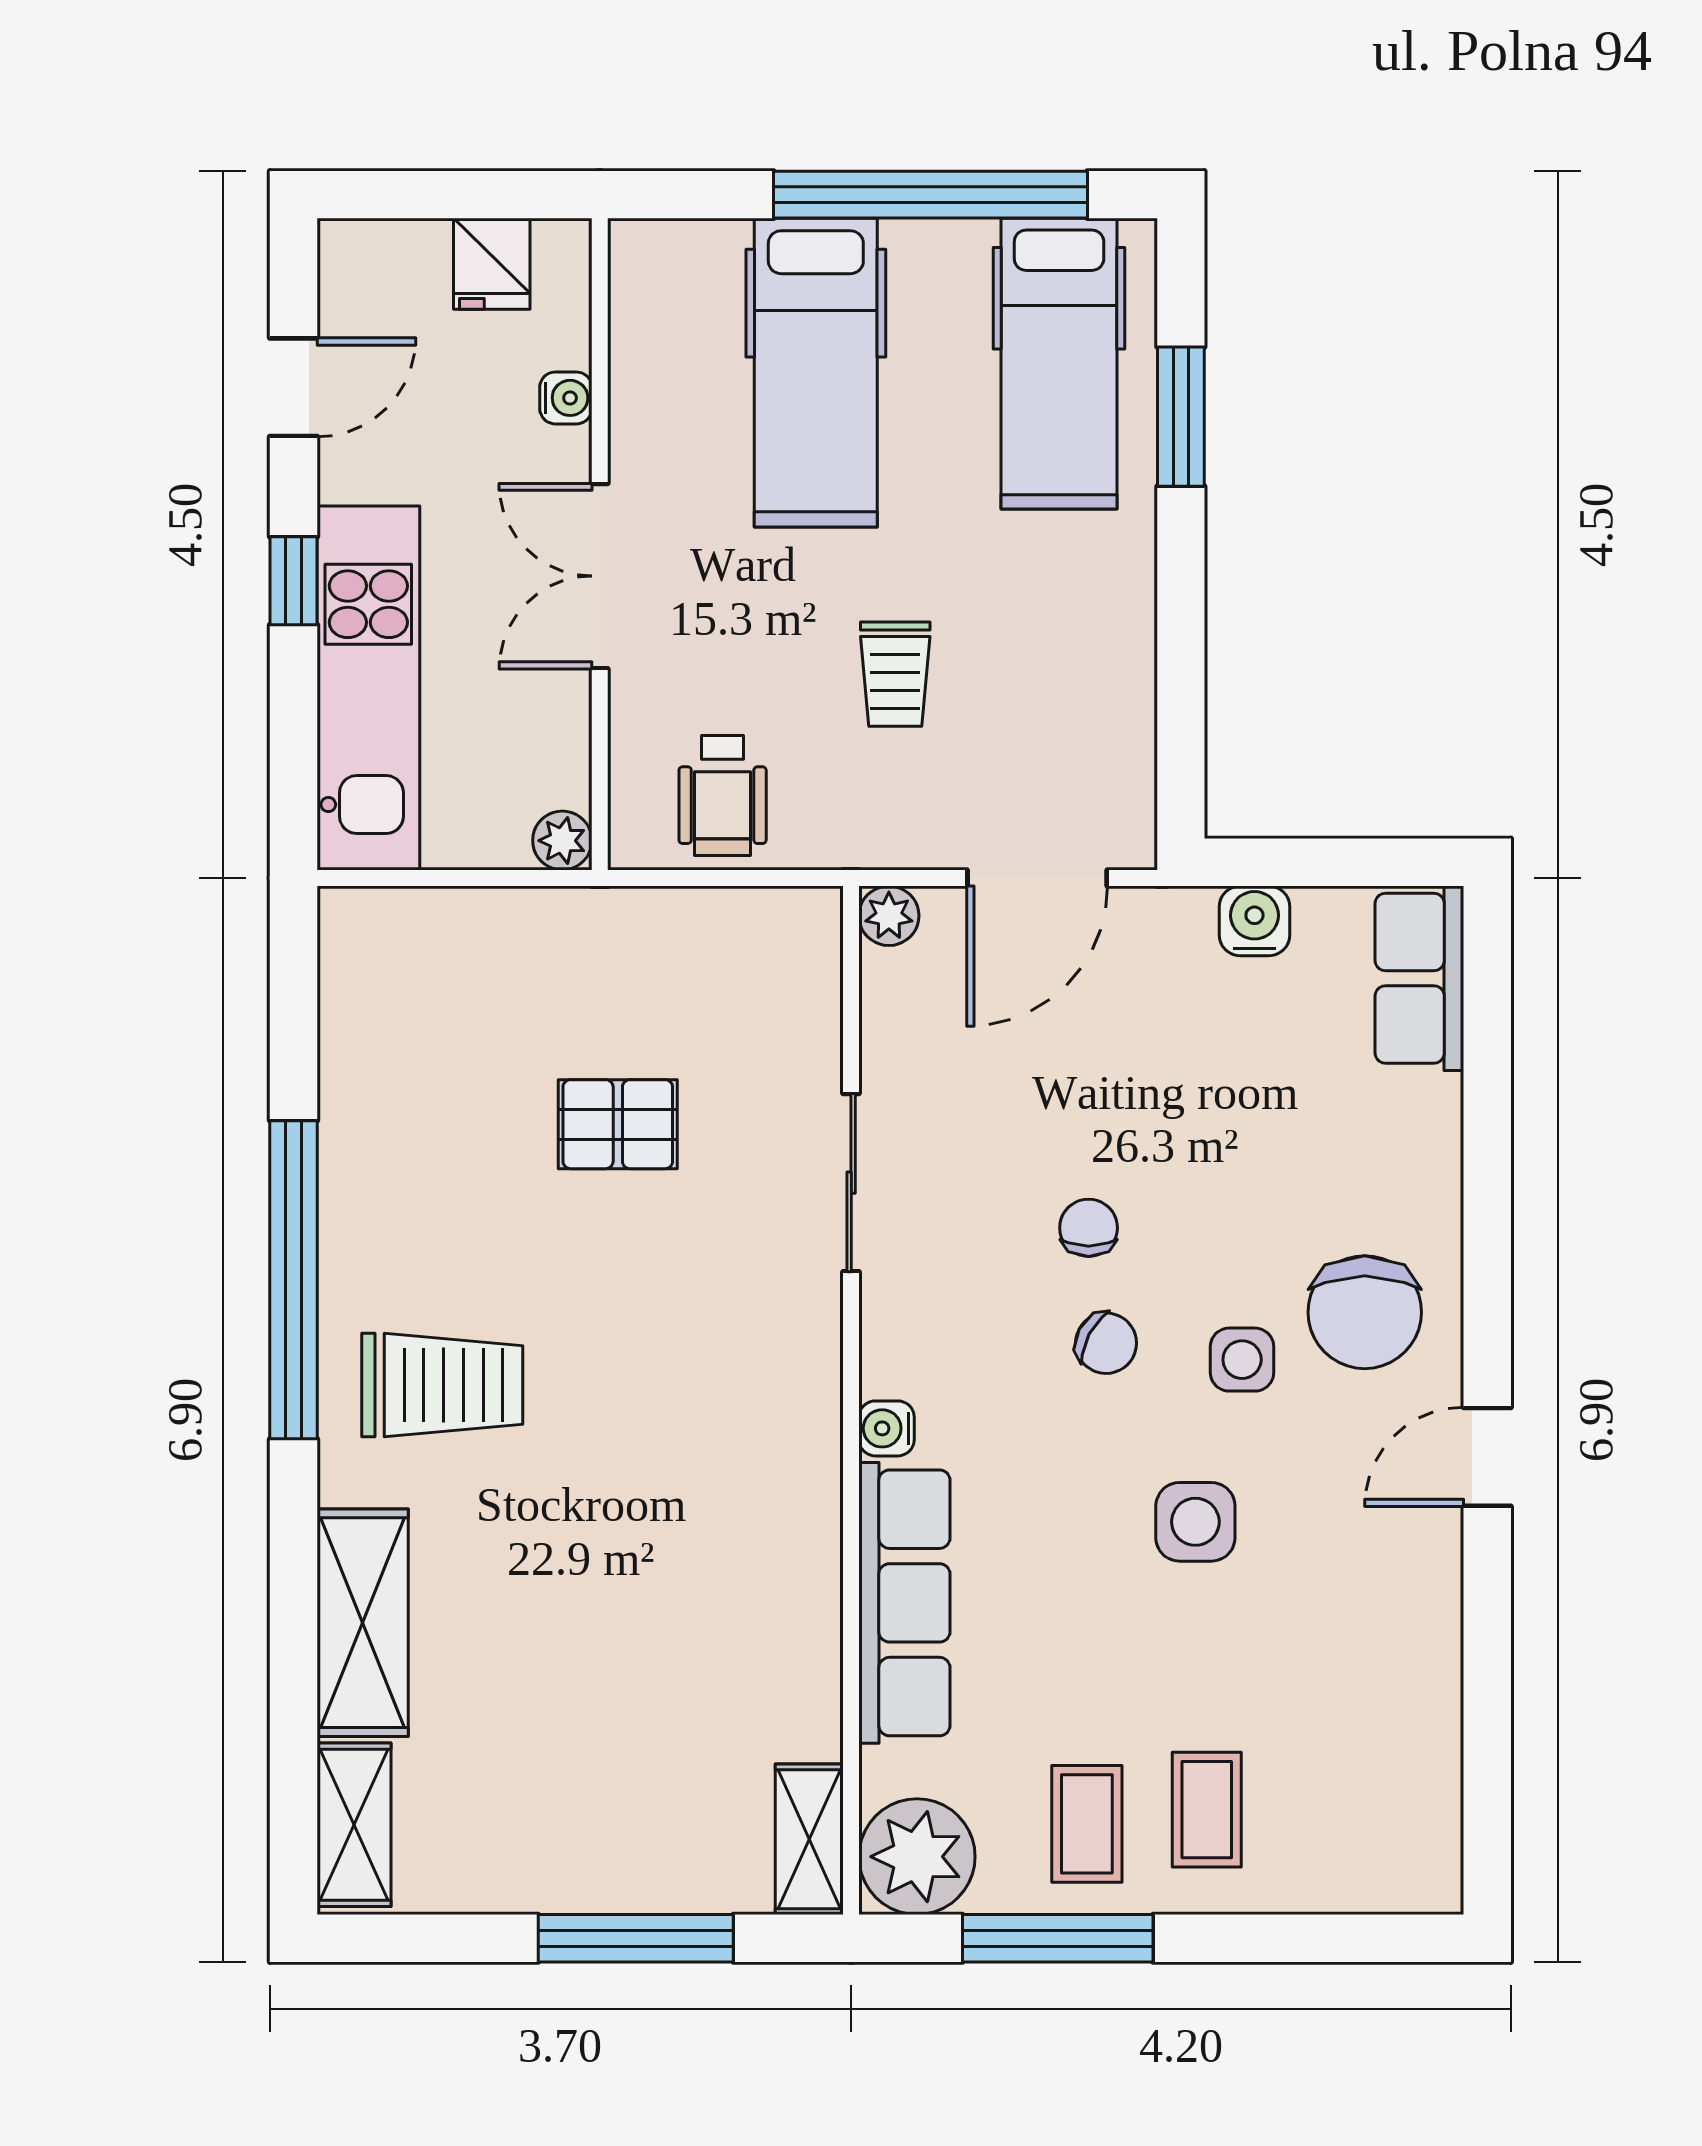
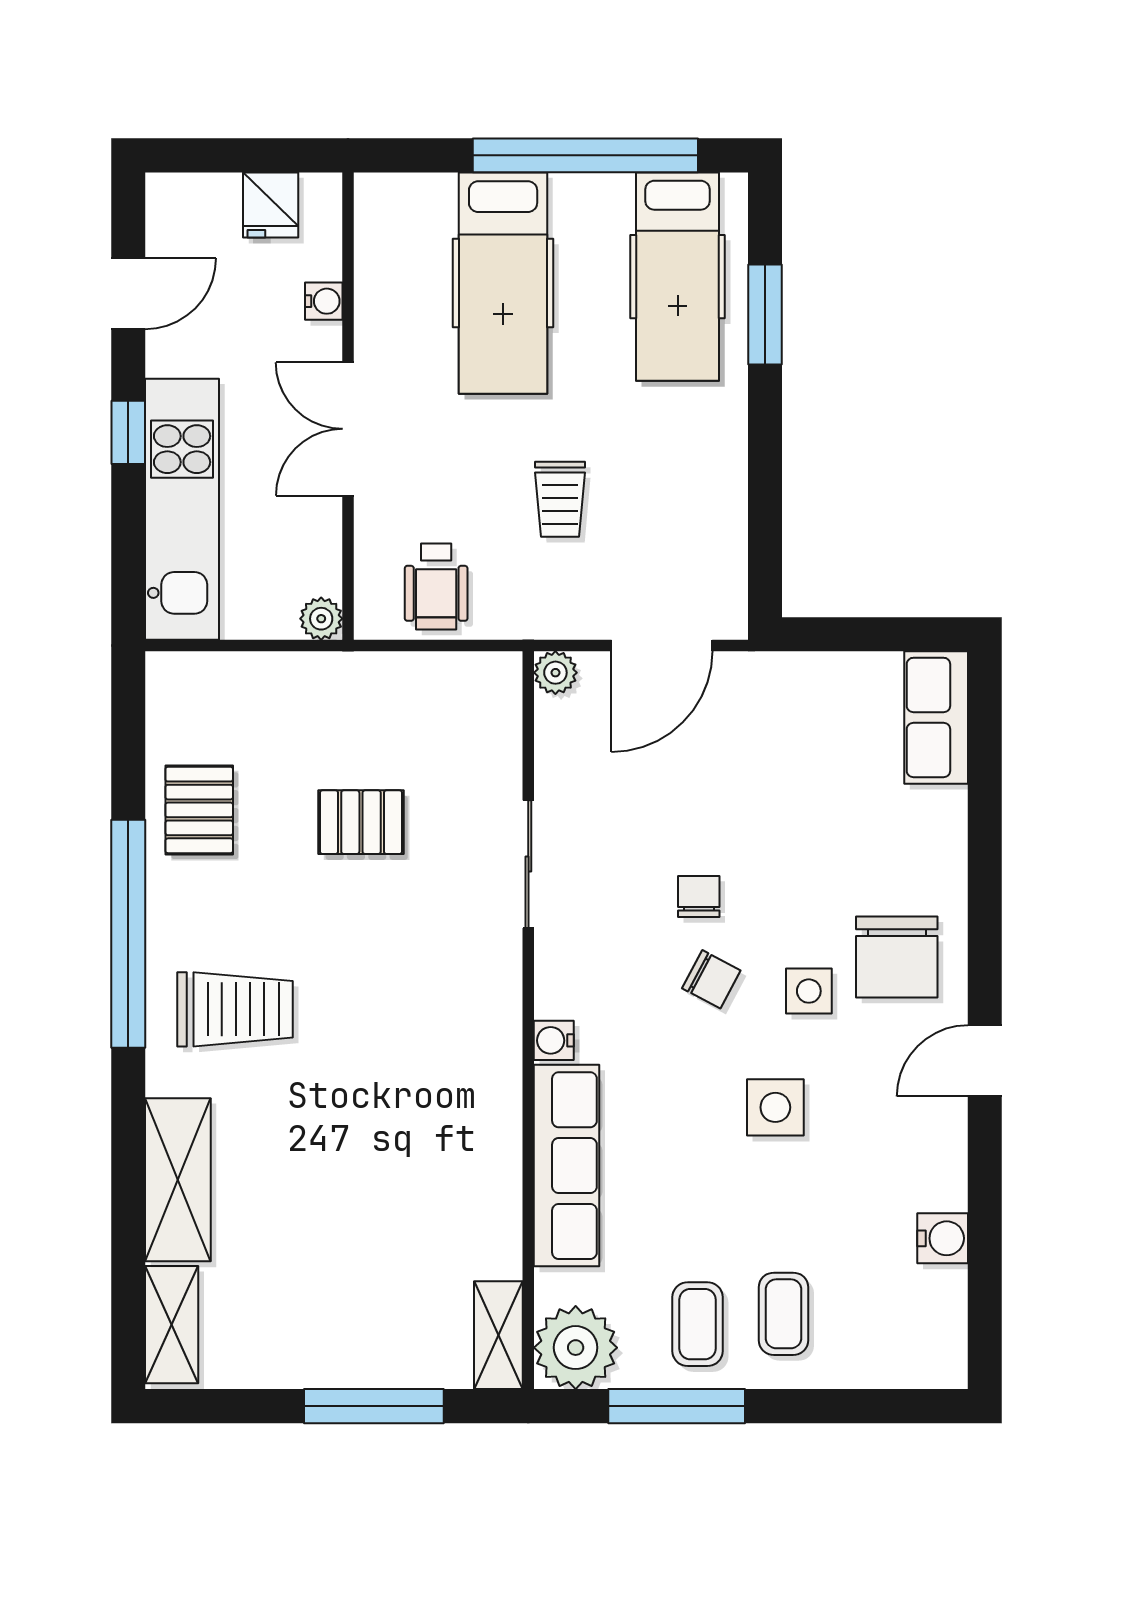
water cooler: (1254, 921) -> (943, 1238), moved, turned 90
pallet: (392, 1107) -> (199, 810), added

